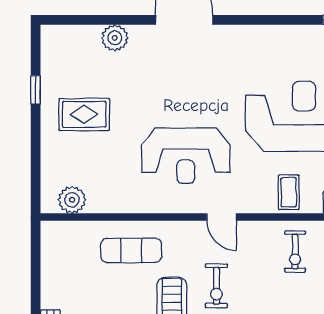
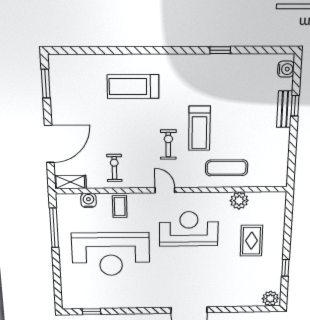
plant: (115, 38) -> (270, 298), moved
rug: (84, 114) -> (251, 241), moved, turned 90
plant: (72, 200) -> (239, 201), moved

